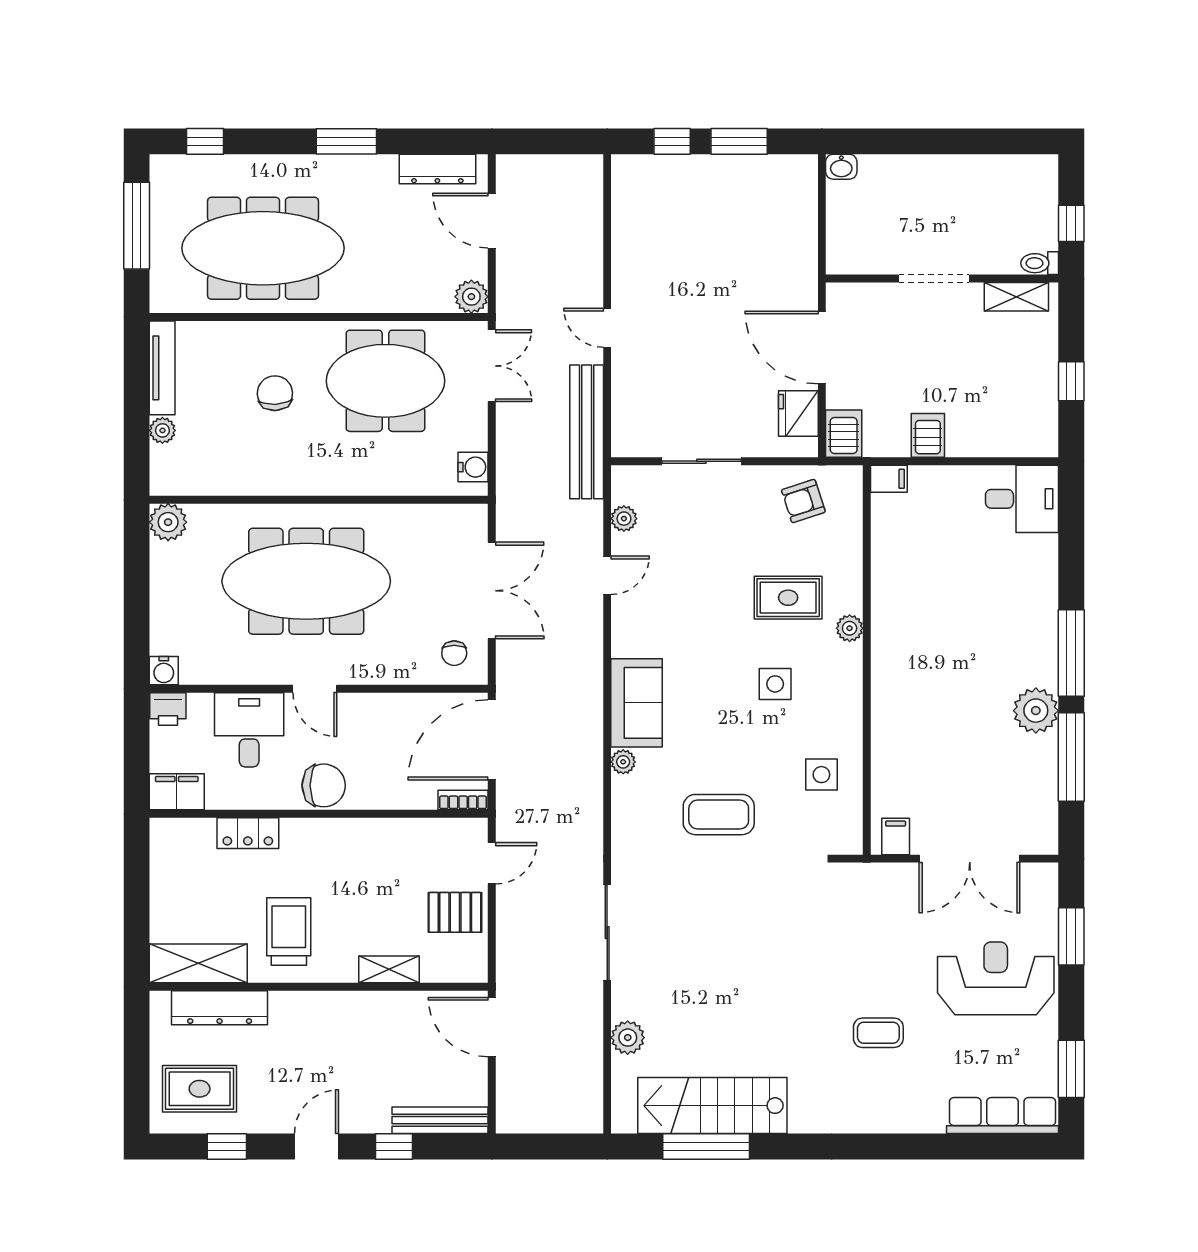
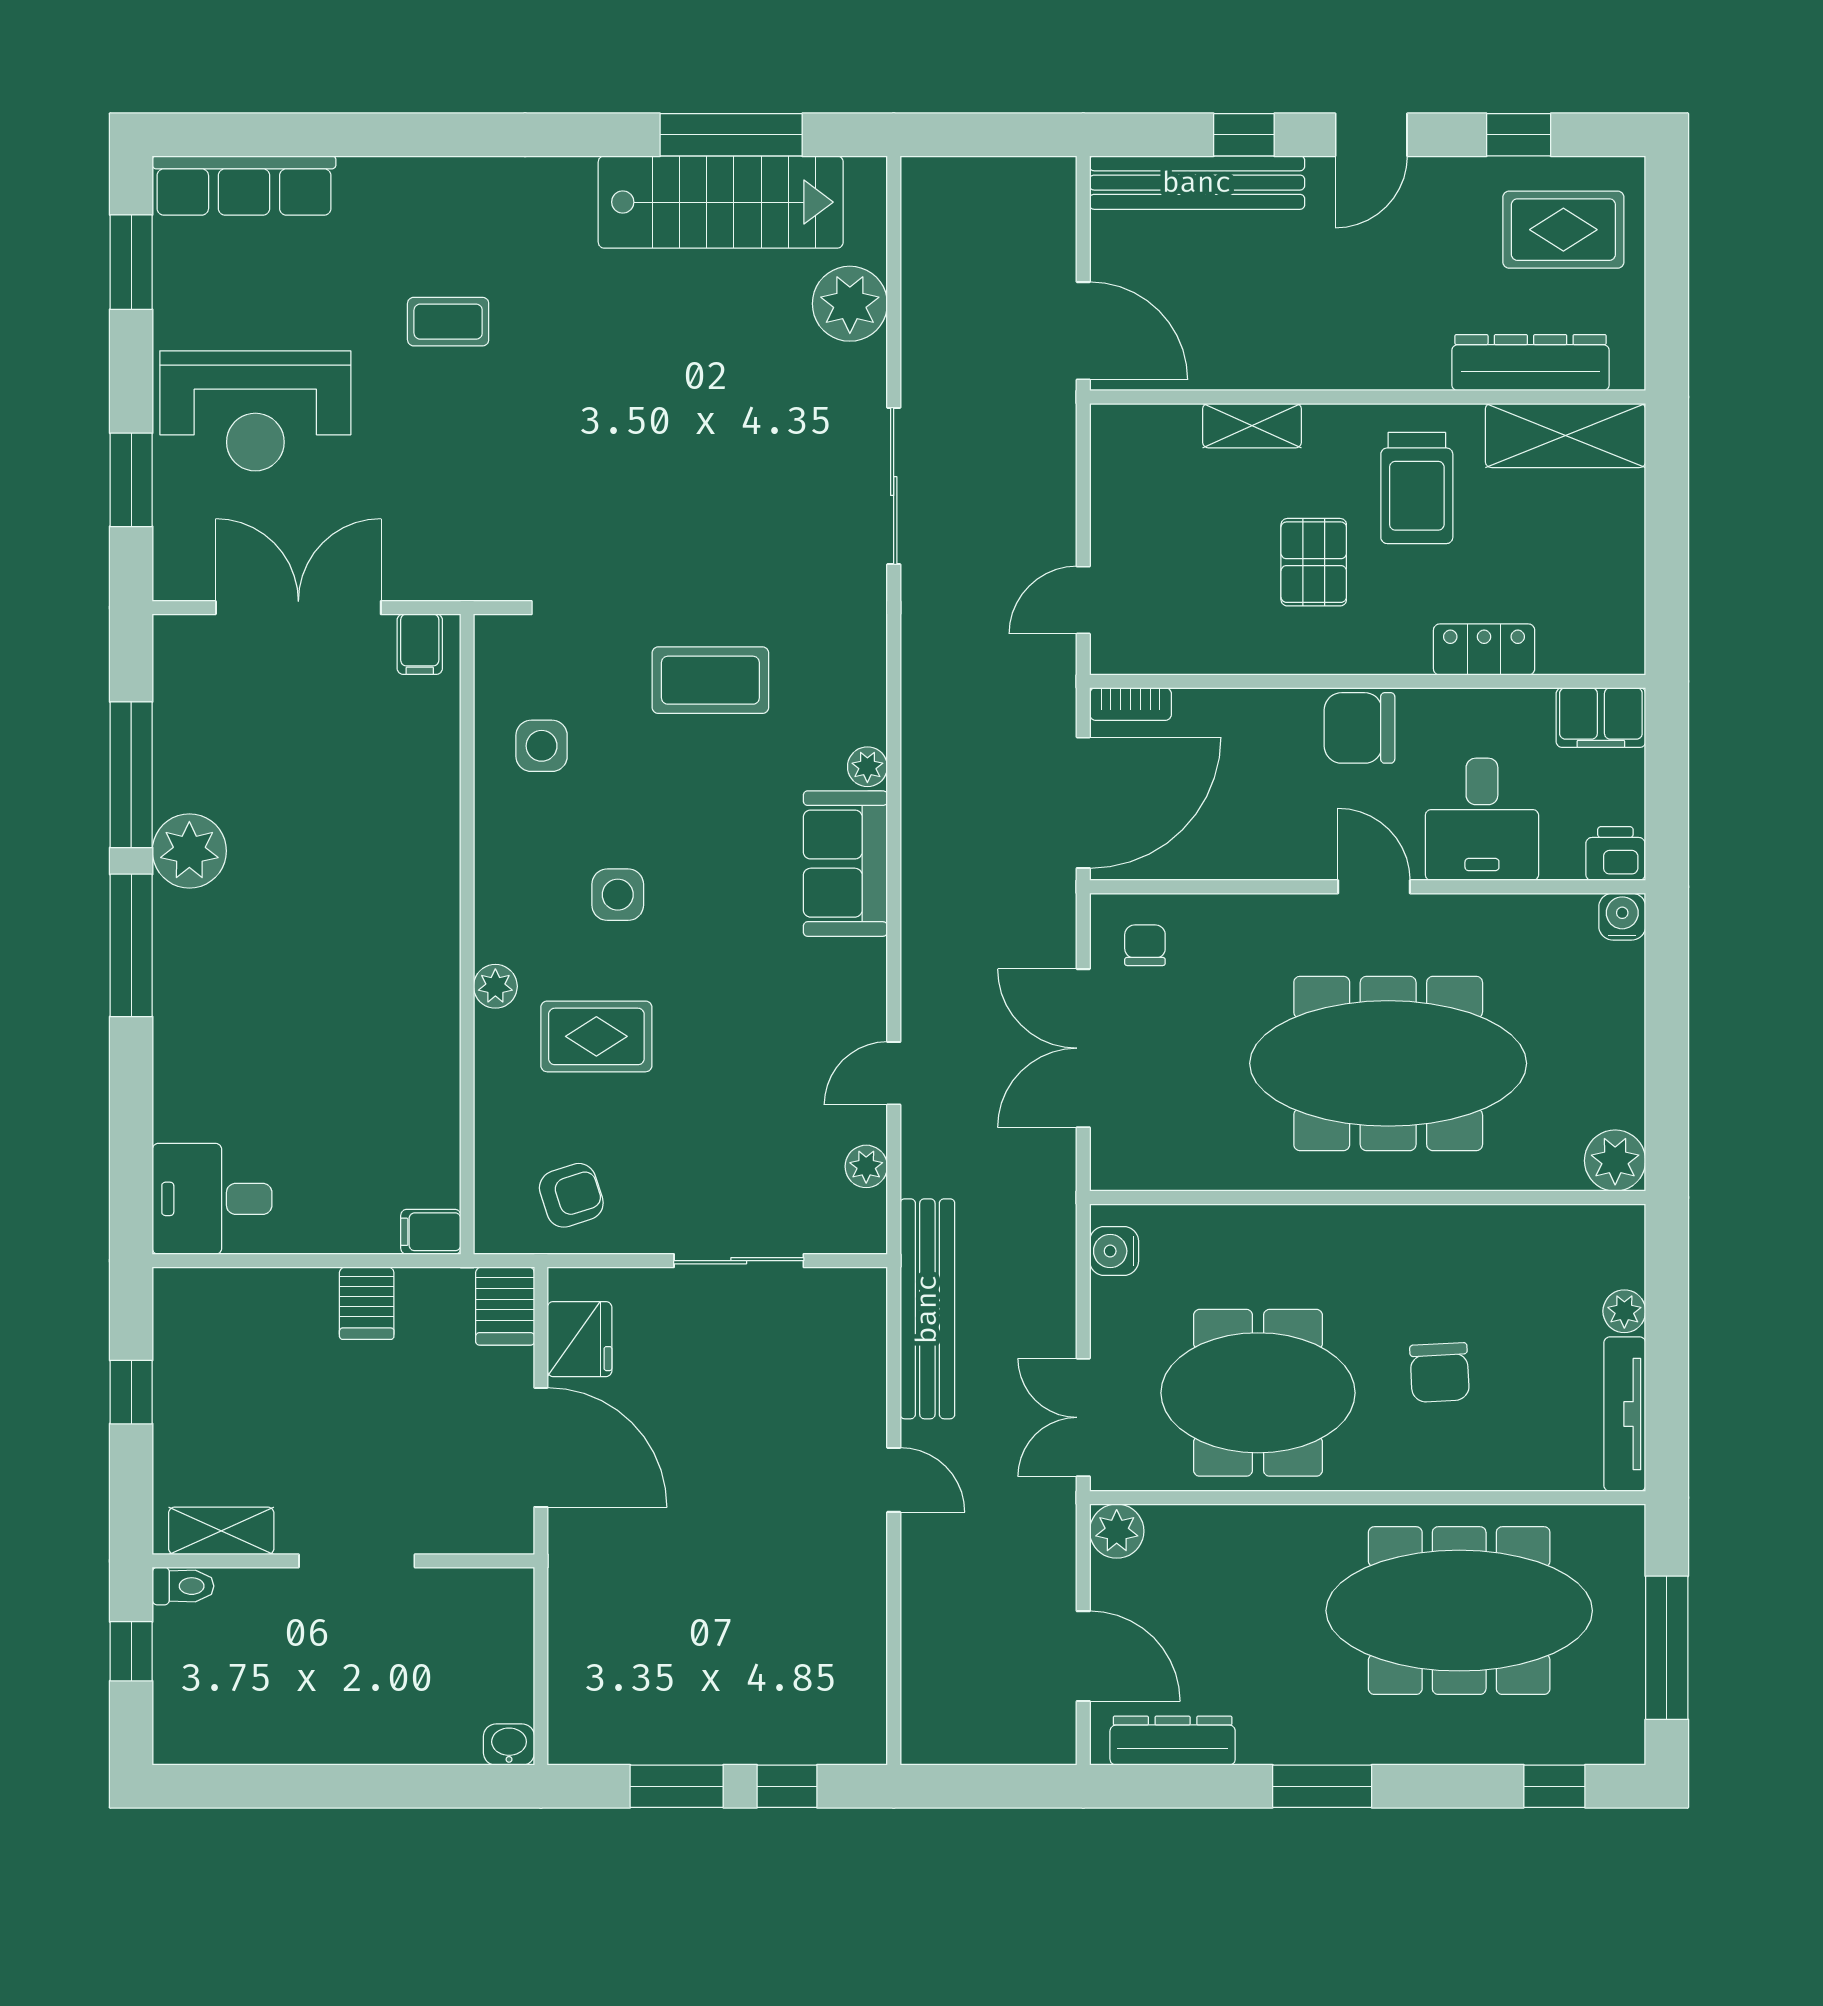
pallet: (455, 912) -> (1314, 562), moved, turned 90
plant: (628, 1038) -> (850, 304), width x1.36, depth x1.36
bench: (440, 1120) -> (1197, 183), width x1.37, depth x1.21

